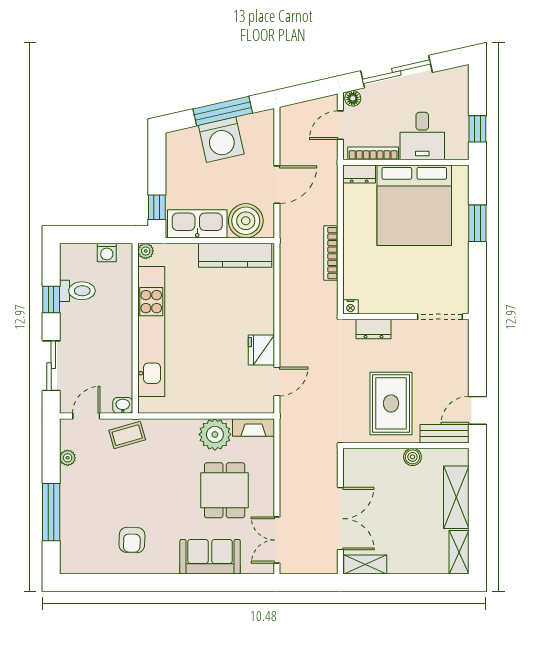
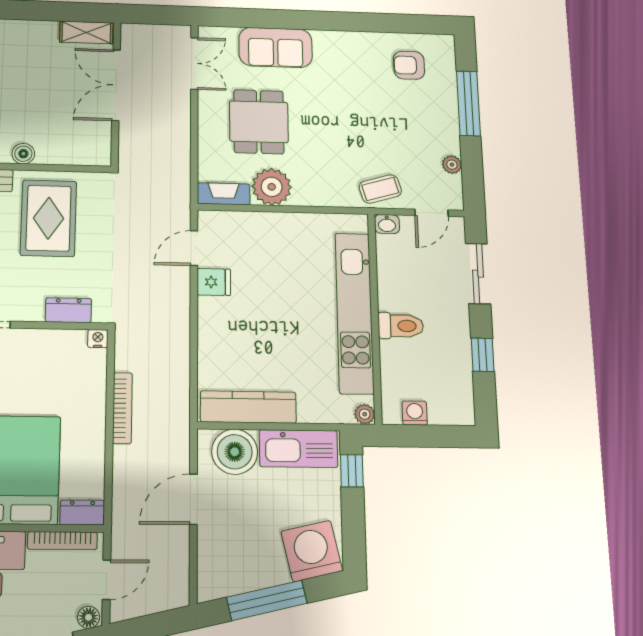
washing machine: (221, 140) -> (312, 551), moved
toilet: (77, 291) -> (401, 326), moved, turned 180
fridge: (261, 350) -> (214, 282), width x0.72
armchair: (132, 540) -> (409, 65), moved, turned -92

